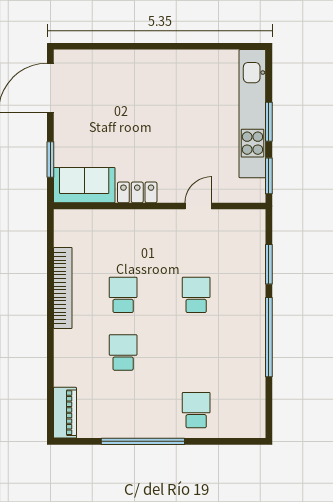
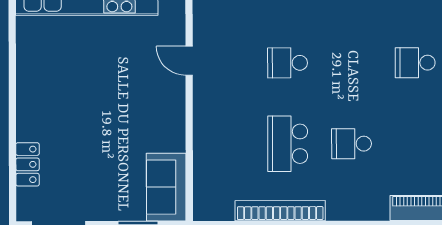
locker: (137, 192) -> (27, 164), moved, turned 180
school desk: (123, 295) -> (288, 144), width x1.85

